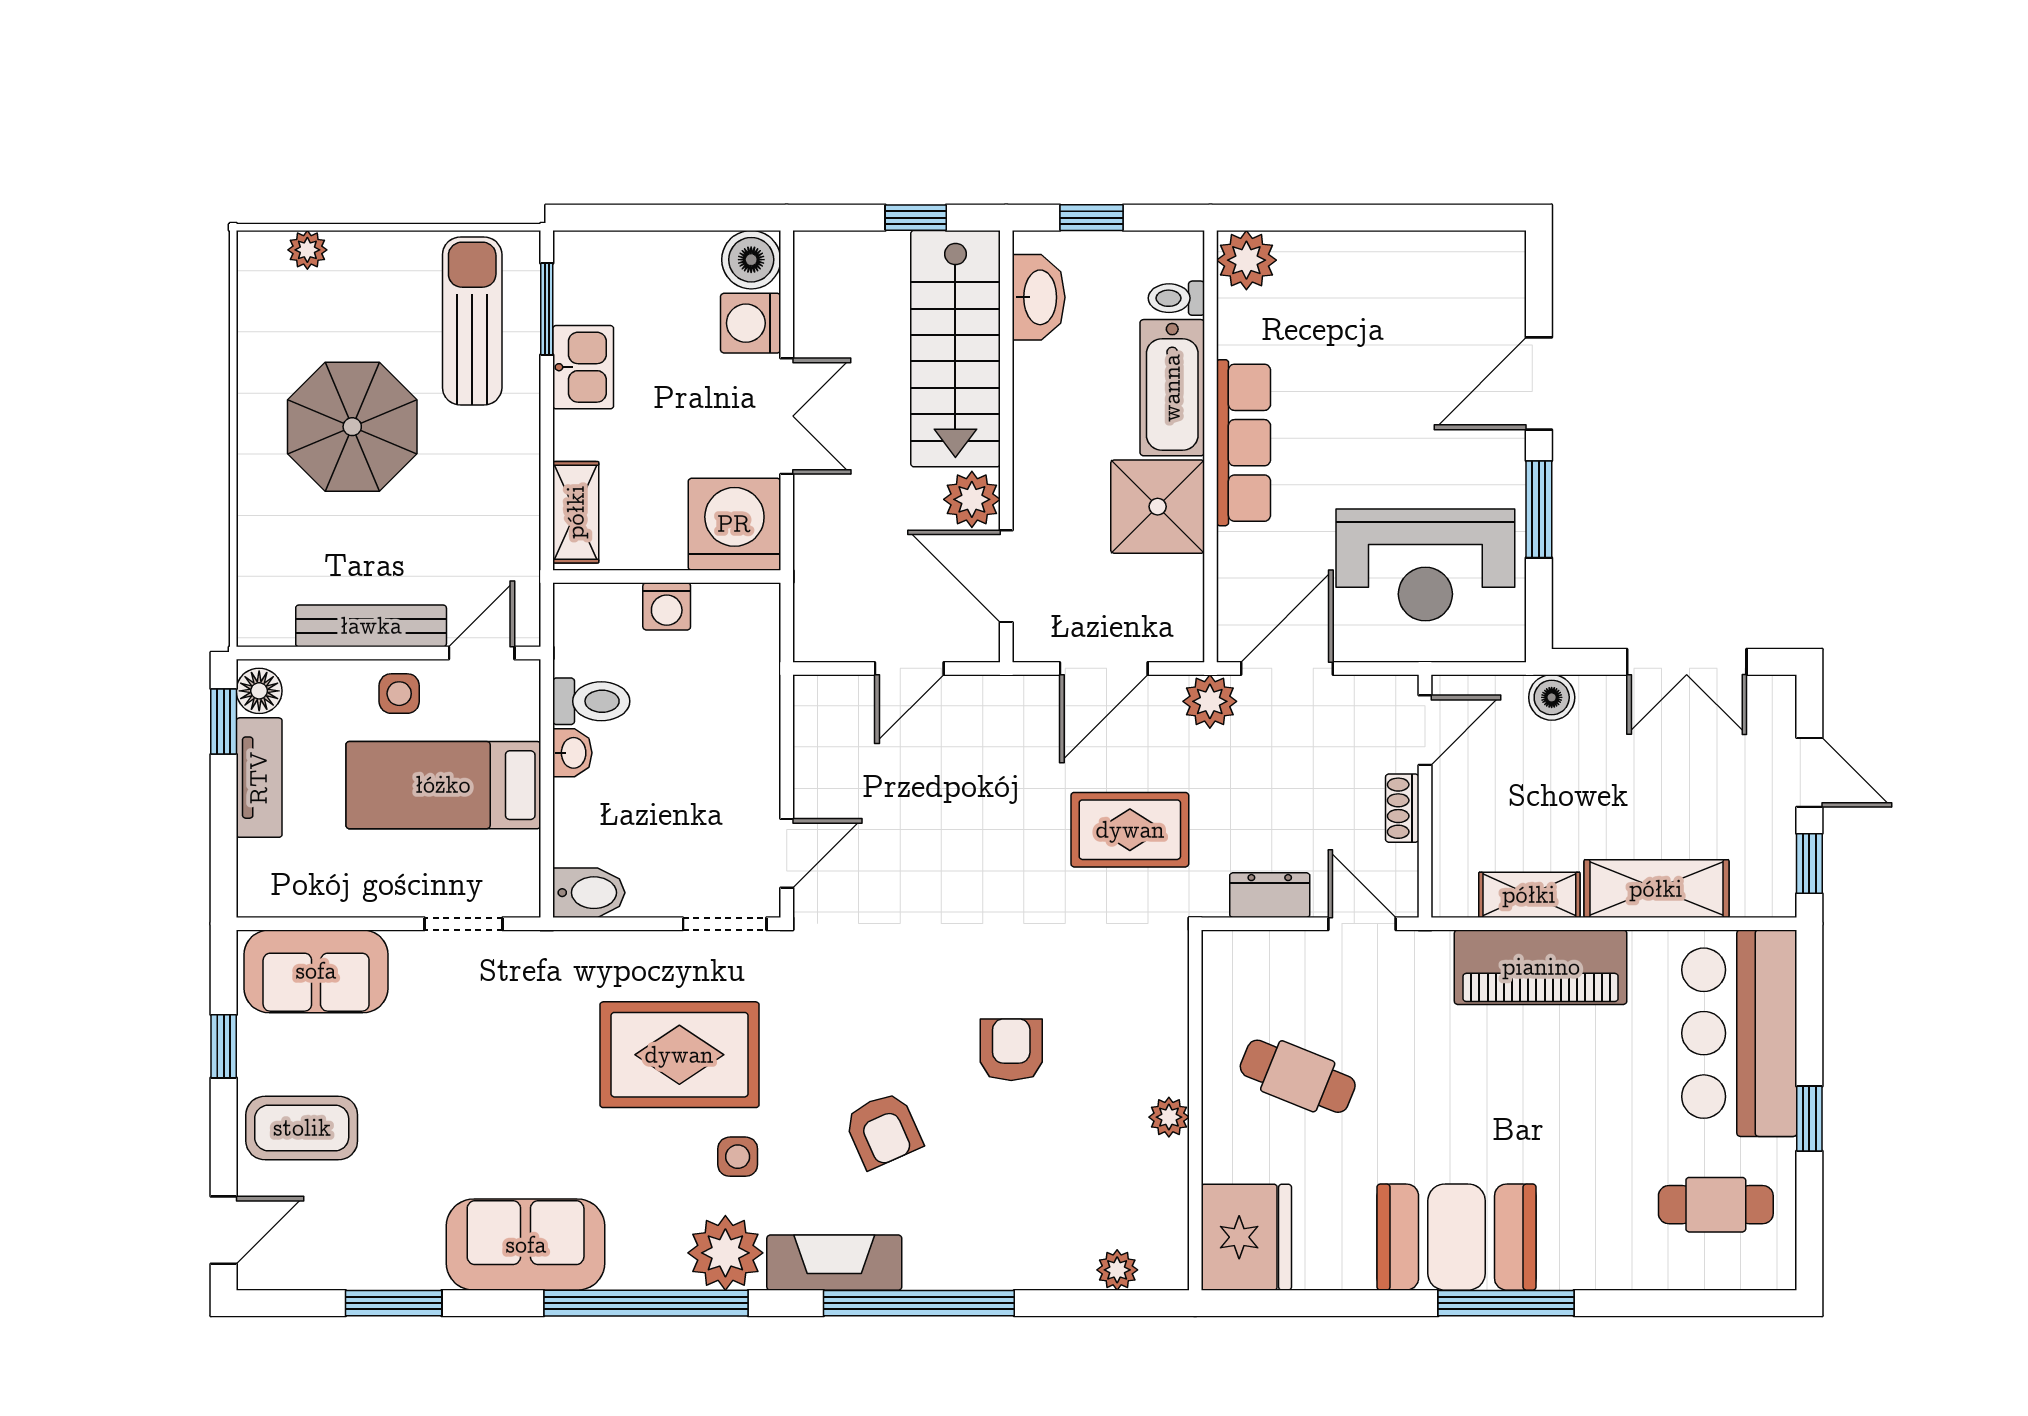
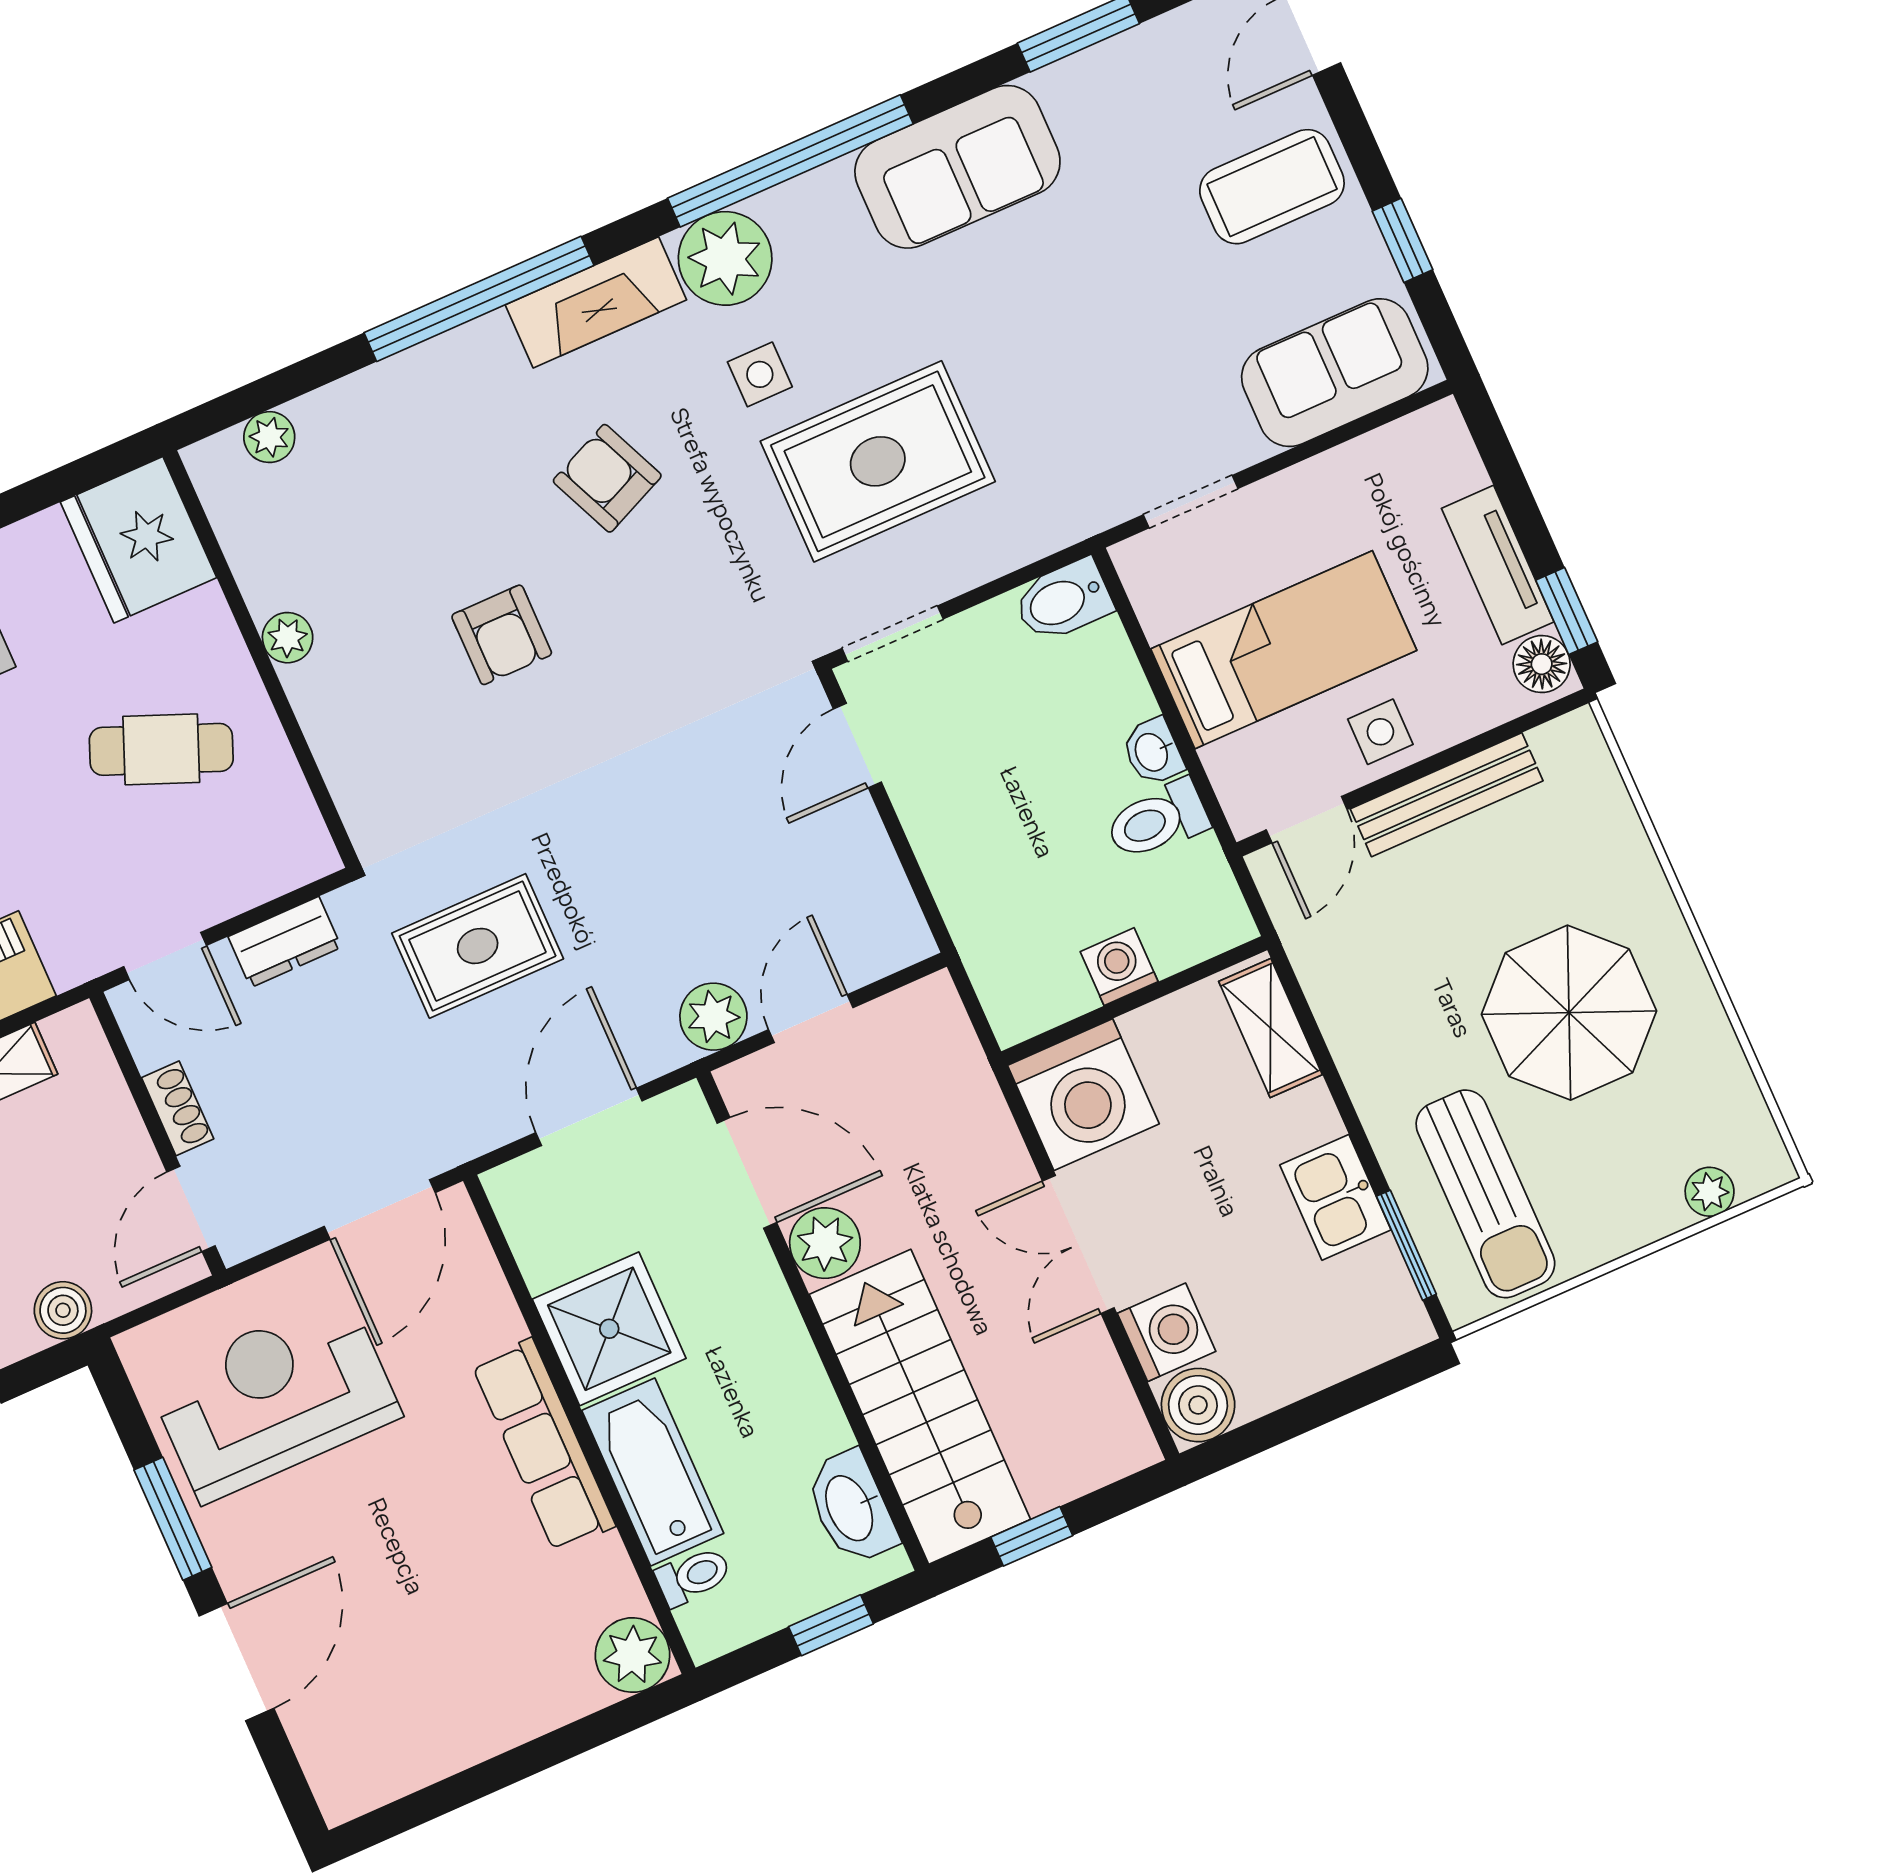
plant: (1210, 701) -> (713, 1017), moved

